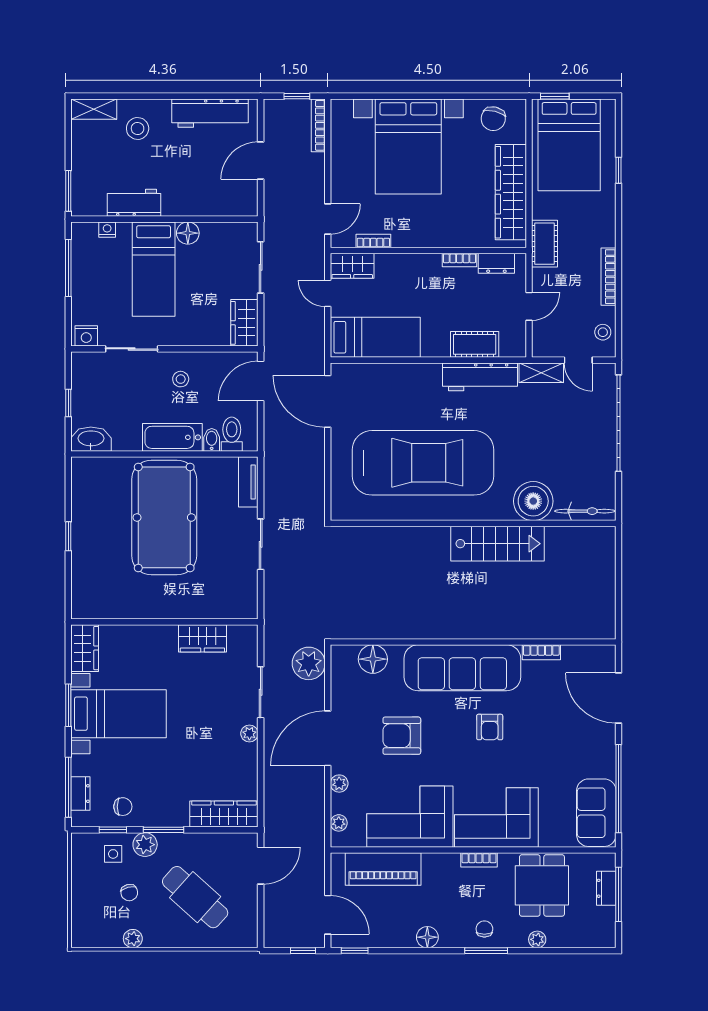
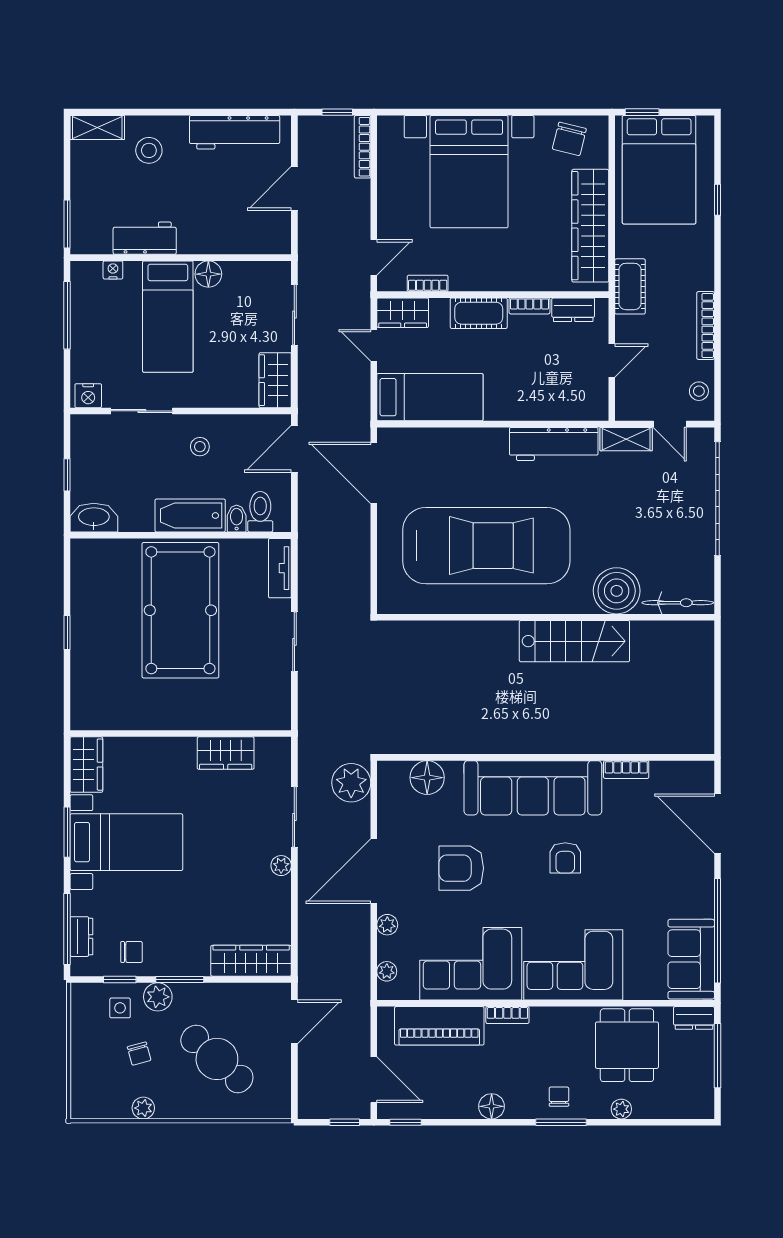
cot: (475, 344) -> (479, 313), moved
bookcase: (479, 860) -> (507, 1015), moved
dresser: (606, 888) -> (694, 1018), moved, turned -90

